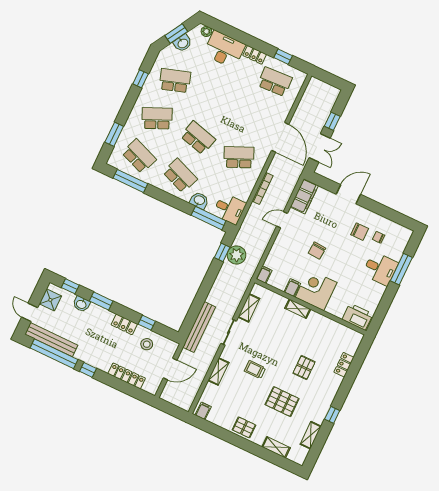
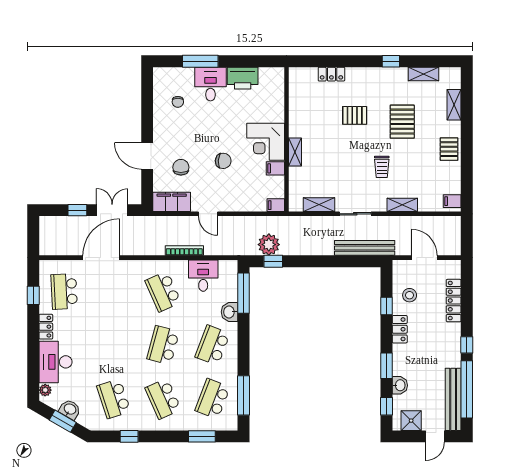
door: (280, 137) -> (101, 258), moved
desk: (229, 209) -> (203, 276), moved
chair: (360, 232) -> (181, 167), moved
printer: (358, 317) -> (243, 78), moved, turned -90

